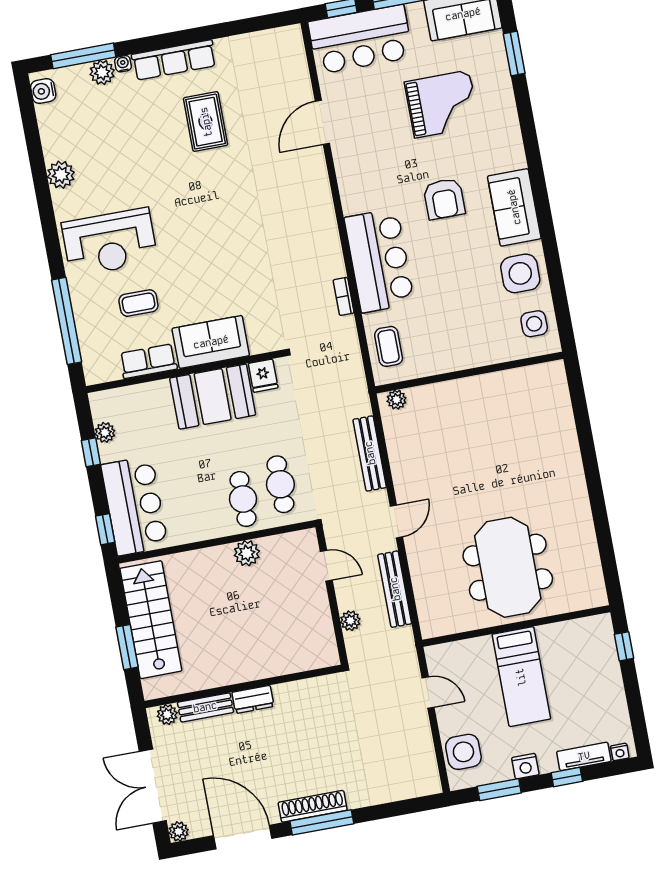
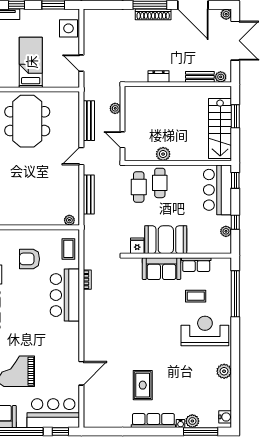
armchair: (444, 199) -> (30, 259), moved, turned -90
dresser: (253, 699) -> (158, 77), moved
nightstand: (525, 766) -> (37, 15), removed

